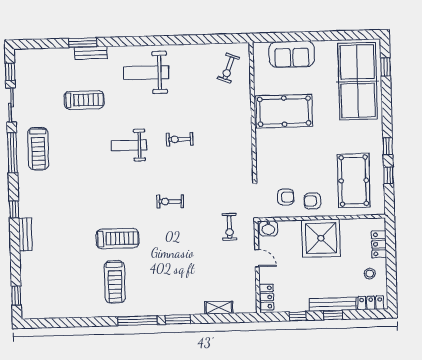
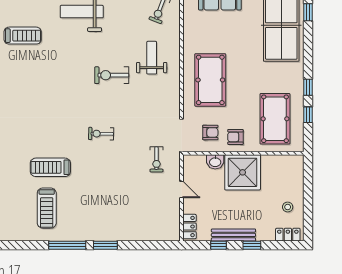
pool table: (284, 111) -> (210, 80), moved, turned 90
exercise bike: (180, 139) -> (112, 75), width x1.38, depth x1.39
weight bench: (129, 145) -> (152, 58), moved, turned 90
washbasin: (268, 229) -> (215, 162), moved
treadmill: (117, 239) -> (50, 167), turned 180
locker: (379, 244) -> (297, 180), removed
bench: (333, 304) -> (233, 235), moved
shelving: (219, 308) -> (144, 235), removed

